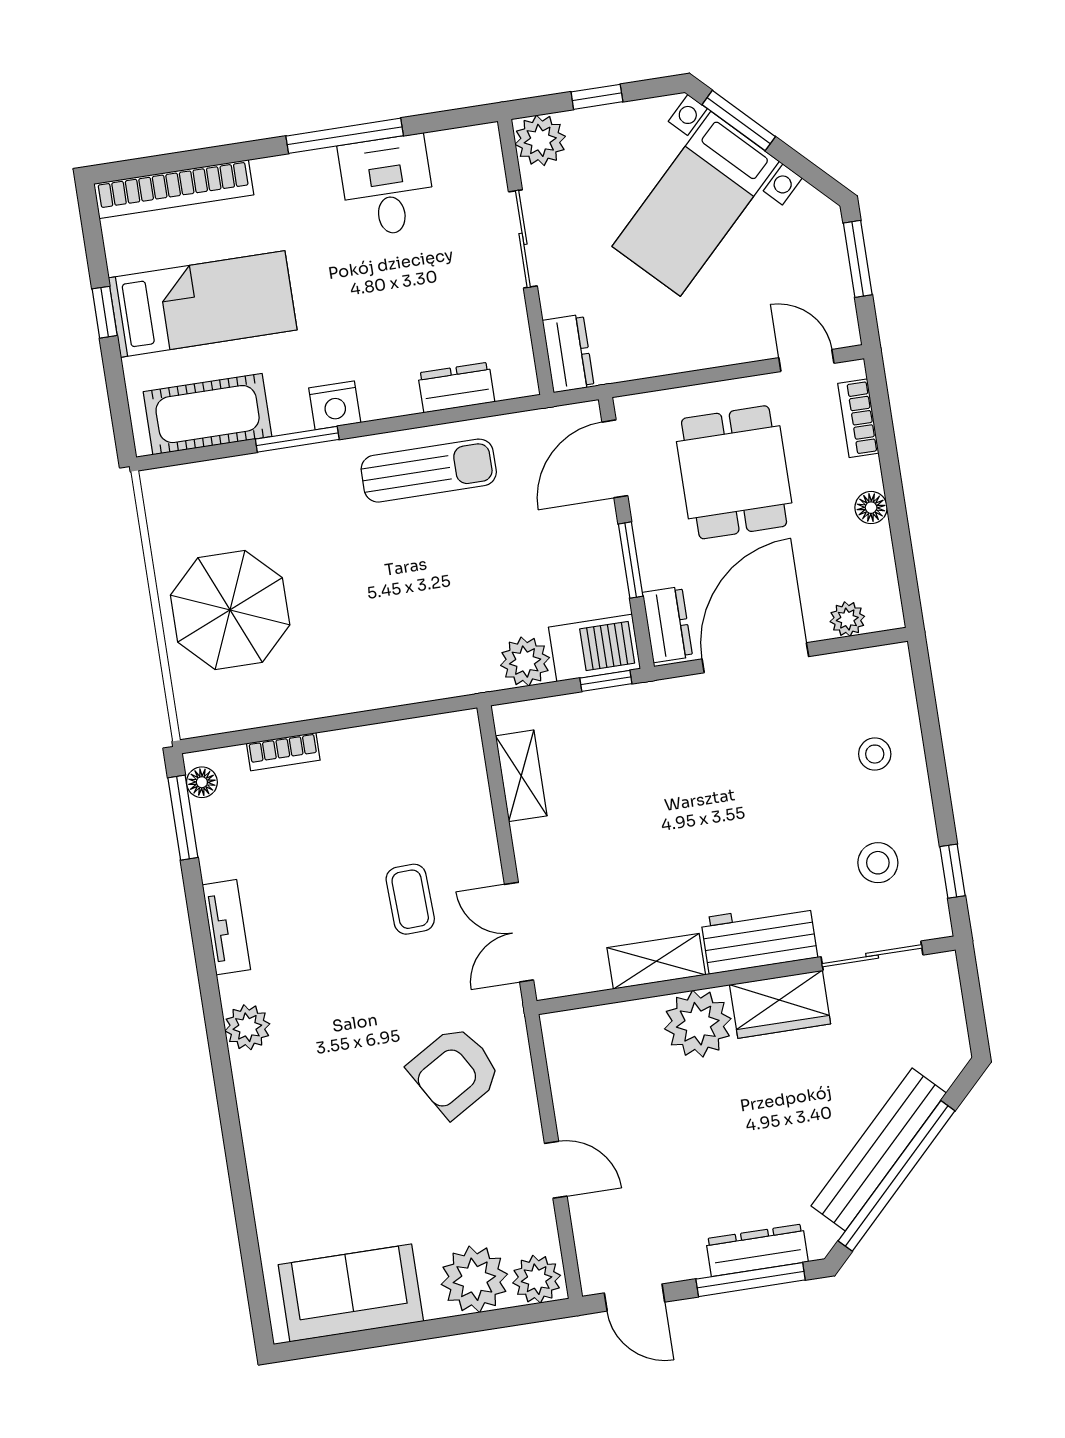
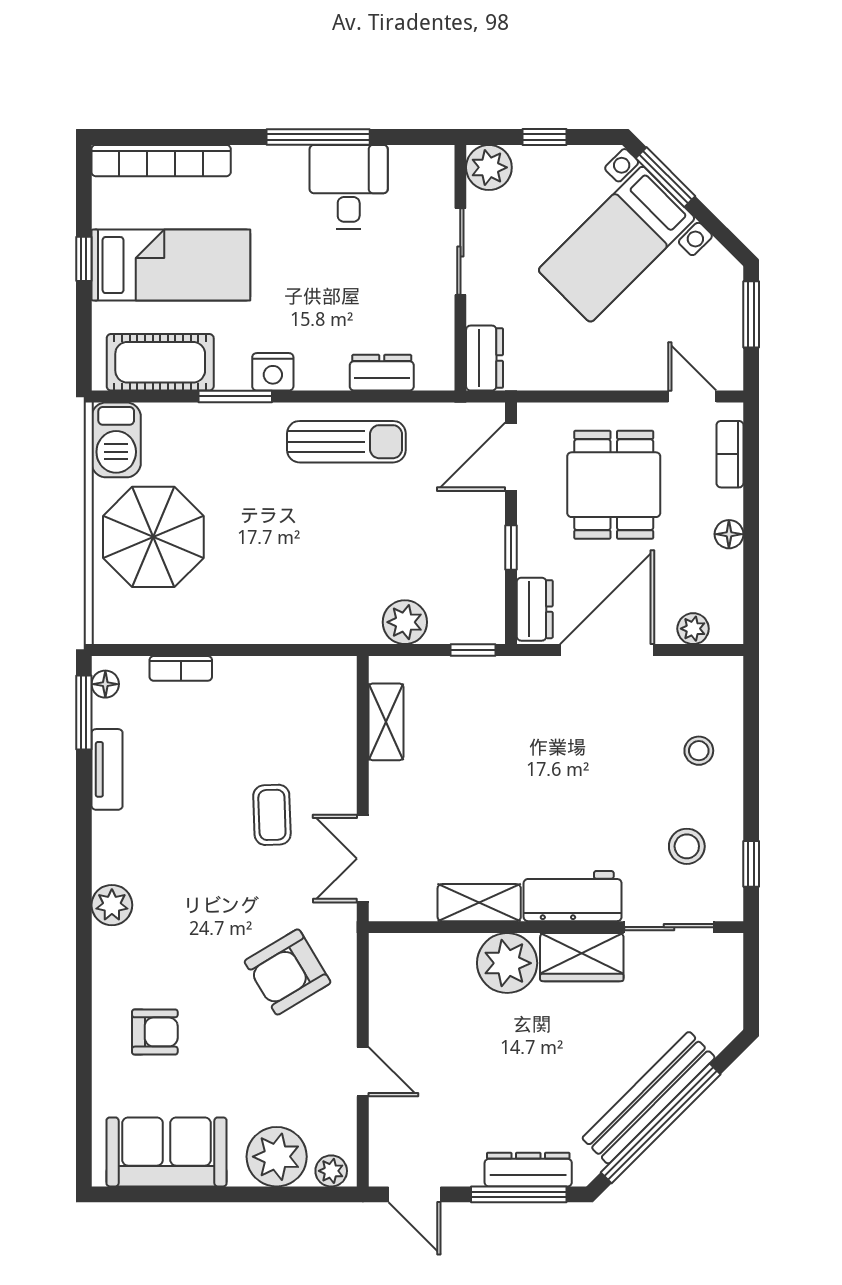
window: (631, 560) -> (511, 548), width x0.67
barbecue: (595, 648) -> (116, 440), moved, turned 90
tv unit: (226, 927) -> (107, 769), moved
armchair: (317, 1161) -> (155, 1032), added
plant: (537, 1279) -> (331, 1171), width x0.73, depth x0.73

